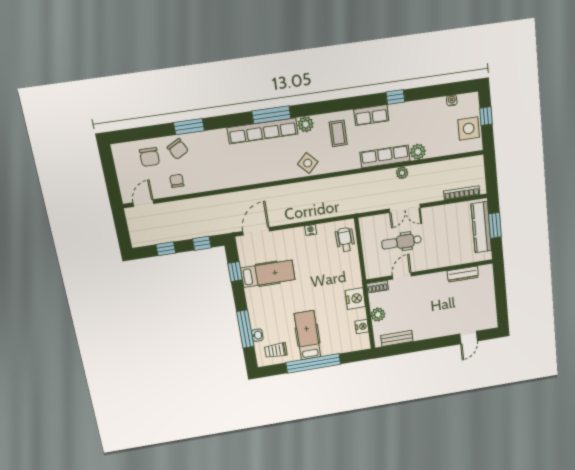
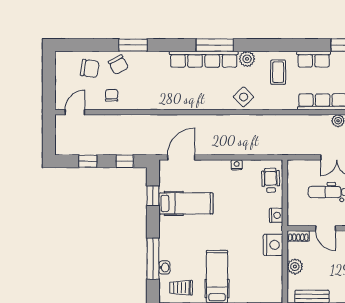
chair: (149, 157) -> (90, 68), turned -82
door: (402, 276) -> (325, 228), swing flipped
nightstand: (362, 326) -> (276, 215), moved

